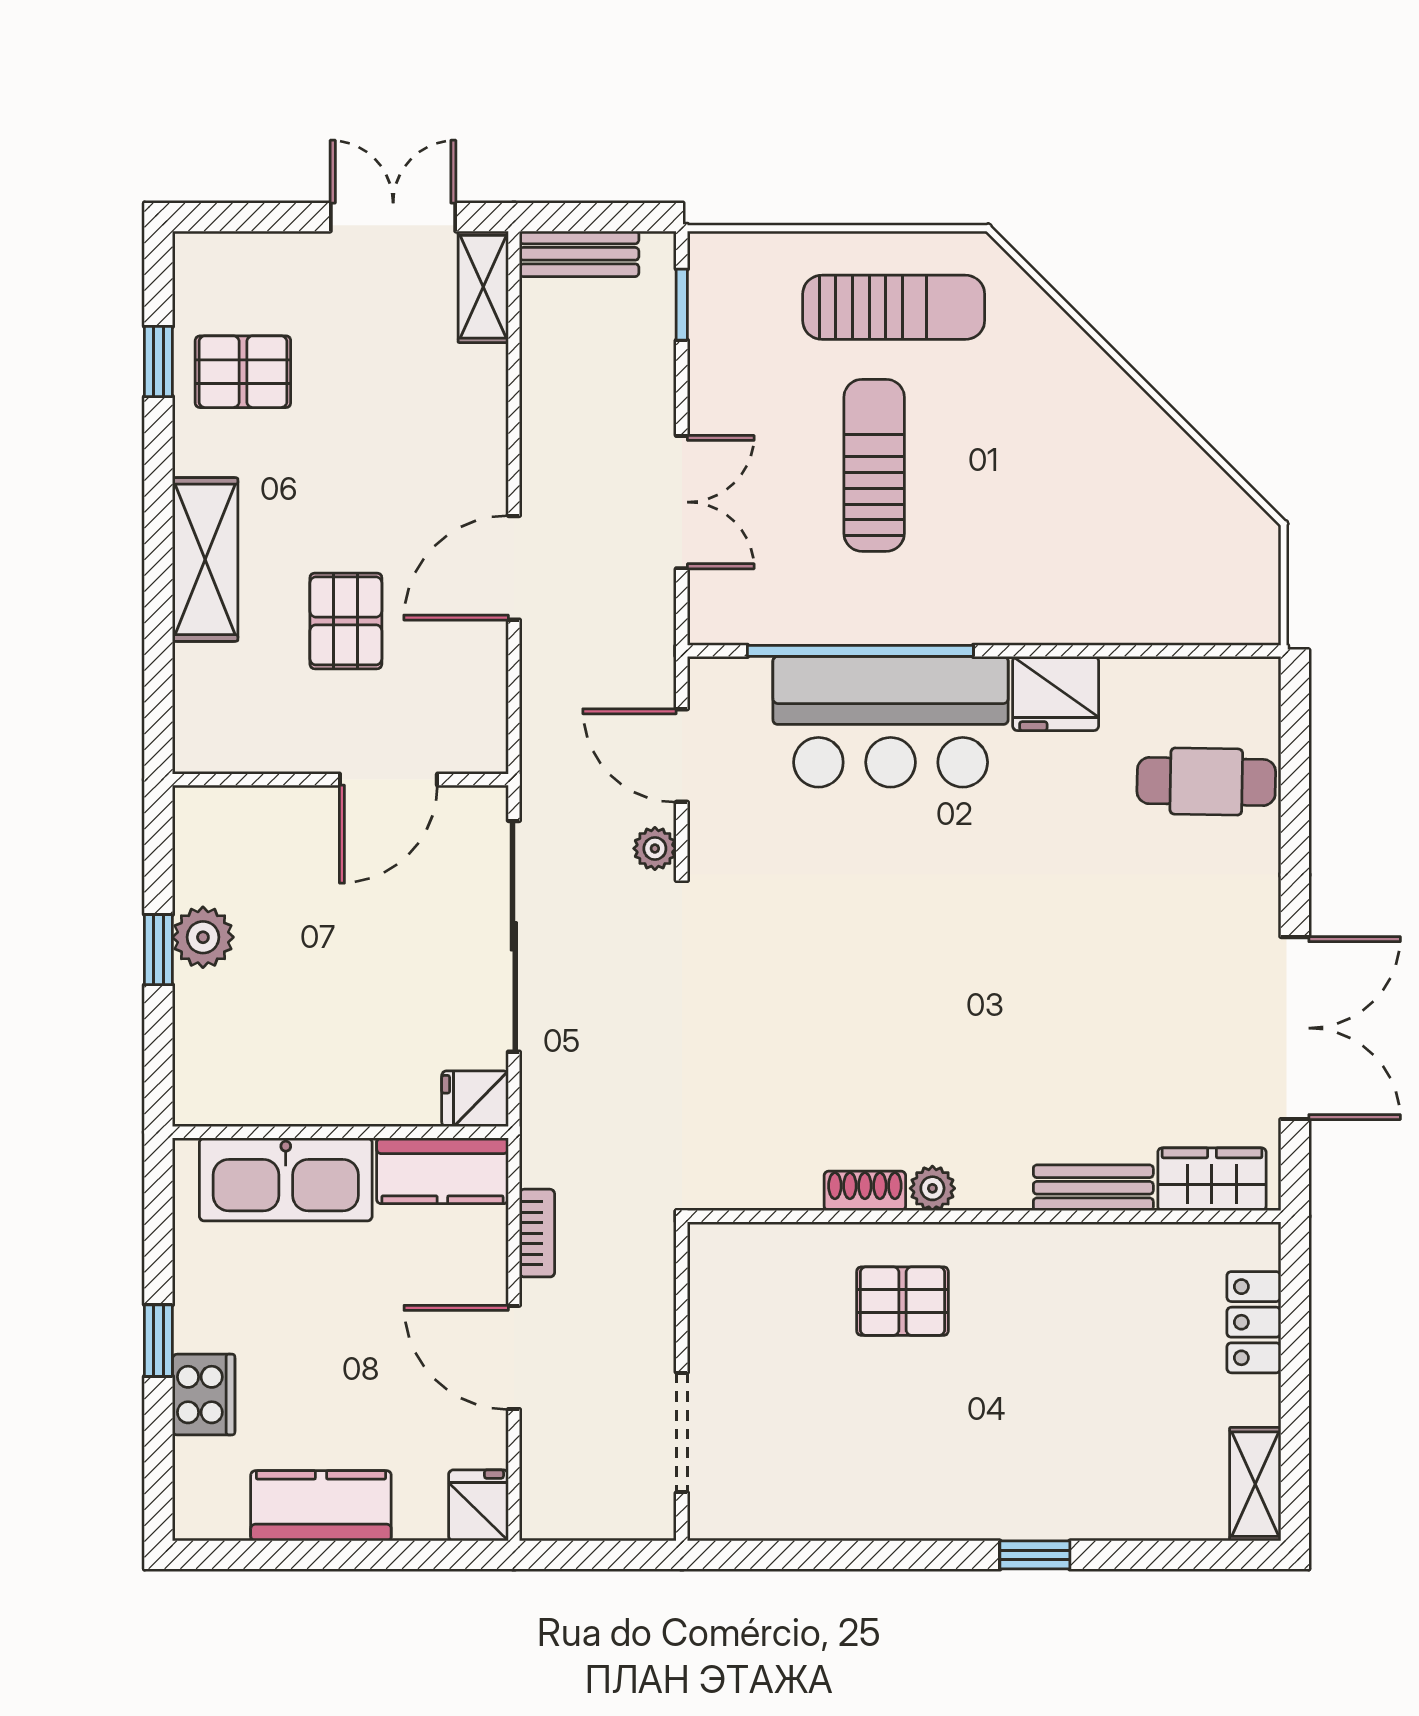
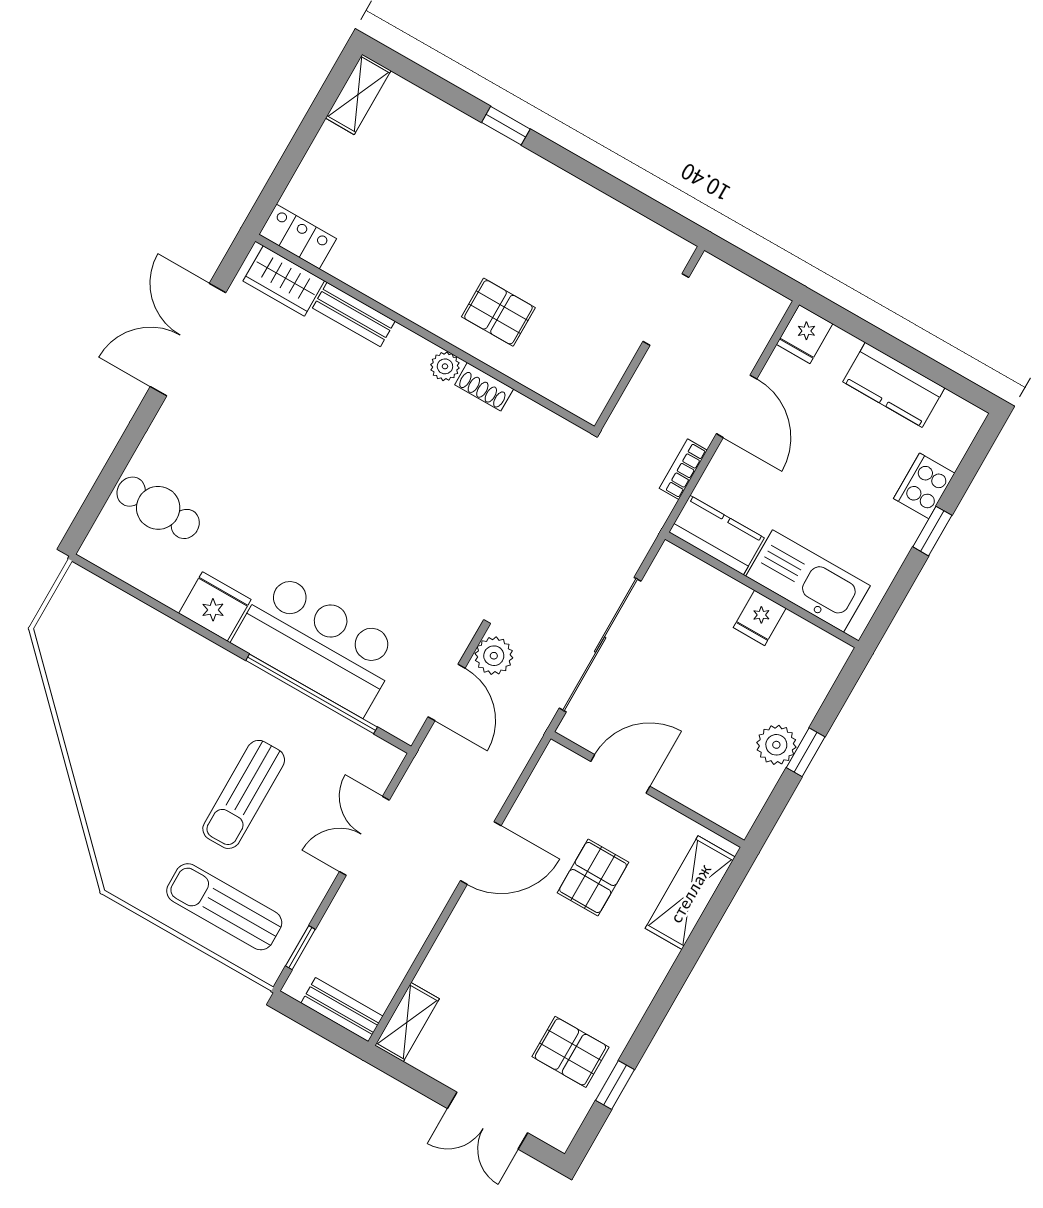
double door: (393, 217) -> (487, 1121), moved
sun lounger: (894, 307) -> (224, 907), moved
shelving: (205, 559) -> (690, 893), moved
plant: (655, 848) -> (494, 656), width x1.38, depth x1.38
fridge: (475, 1099) -> (760, 618), moved, turned 90
locker: (1254, 1322) -> (298, 237), moved, turned -90

